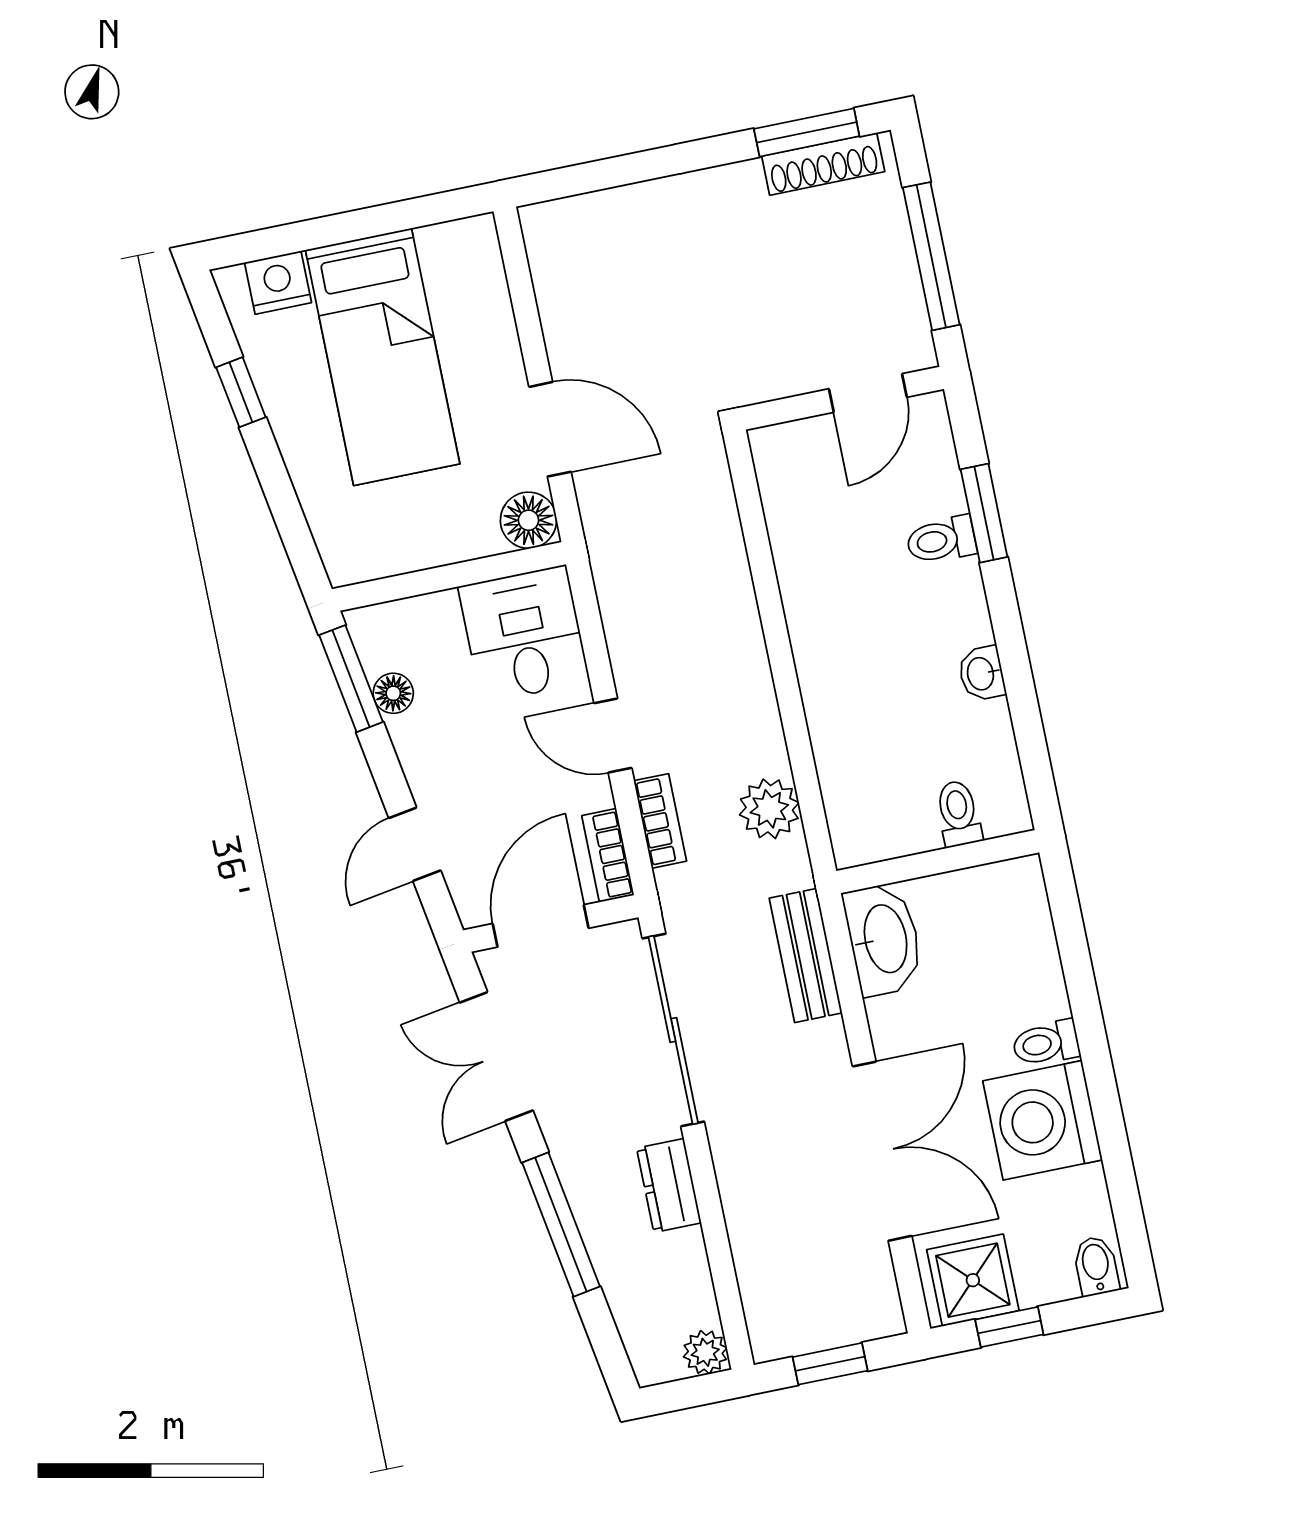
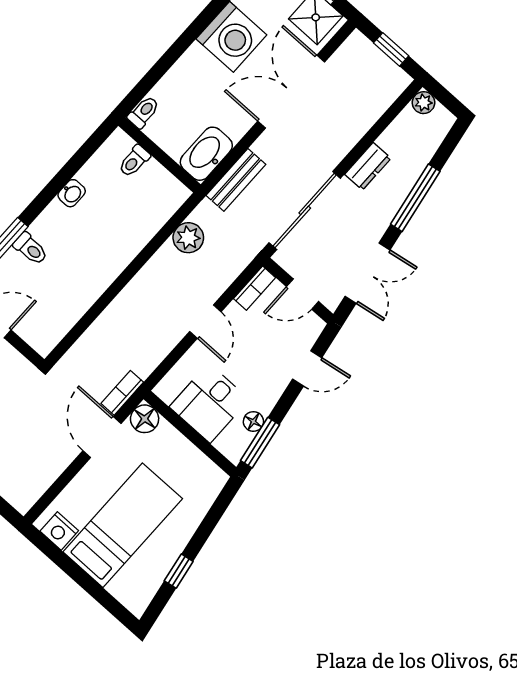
nightstand: (278, 282) -> (59, 531), moved
desk: (524, 634) -> (209, 403), moved
bookcase: (660, 821) -> (122, 393), moved
door: (541, 926) -> (302, 294), width x0.73
toilet: (1046, 1043) -> (144, 112), moved, turned -90

